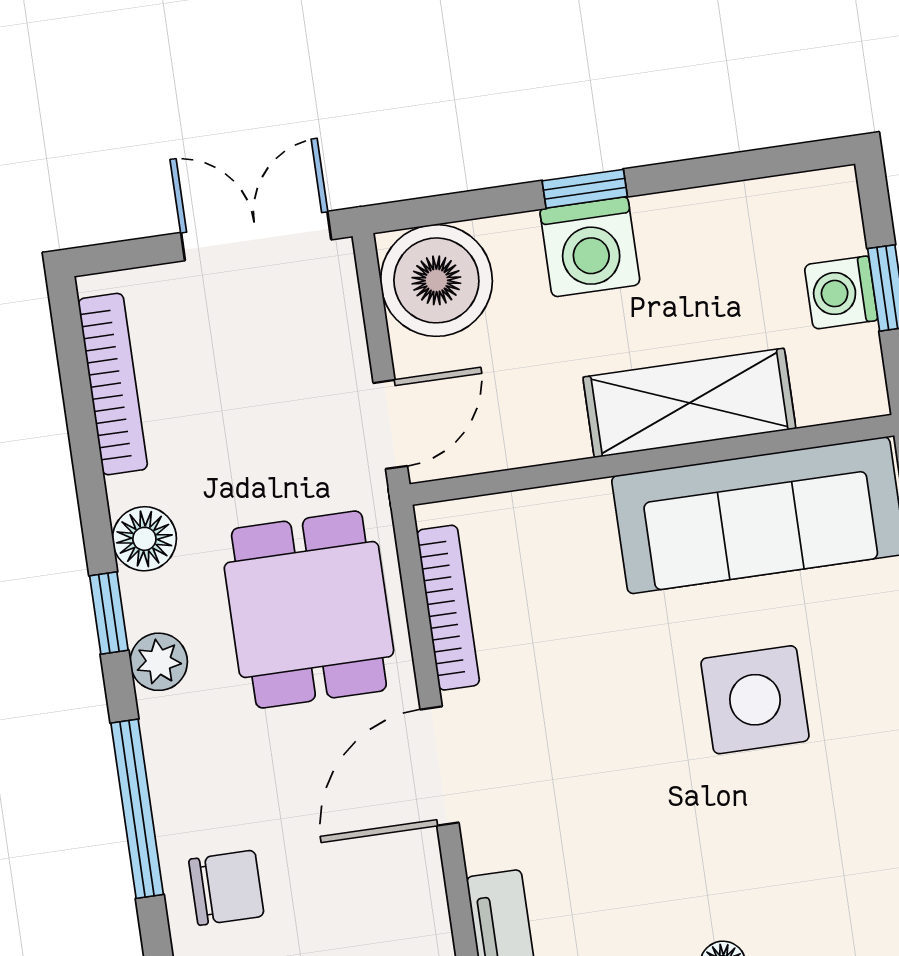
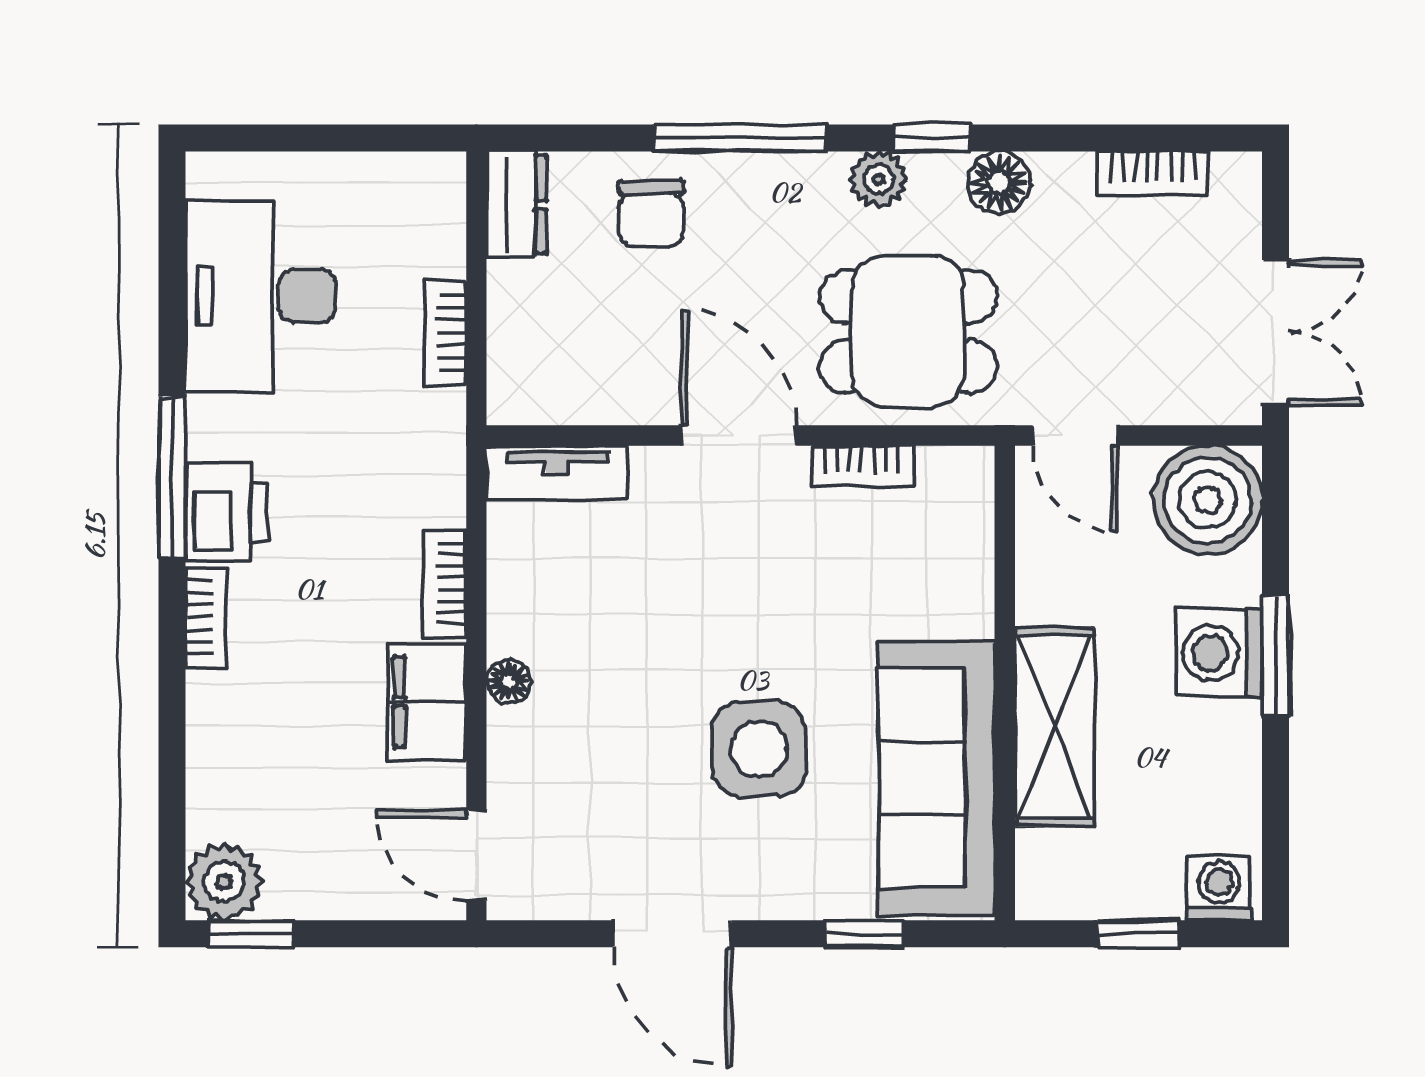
window: (585, 189) -> (1276, 656), width x1.50
washing machine: (841, 293) -> (1219, 889), moved
bookcase: (113, 384) -> (1153, 174), width x0.64
bookcase: (448, 608) -> (862, 466), width x0.64

